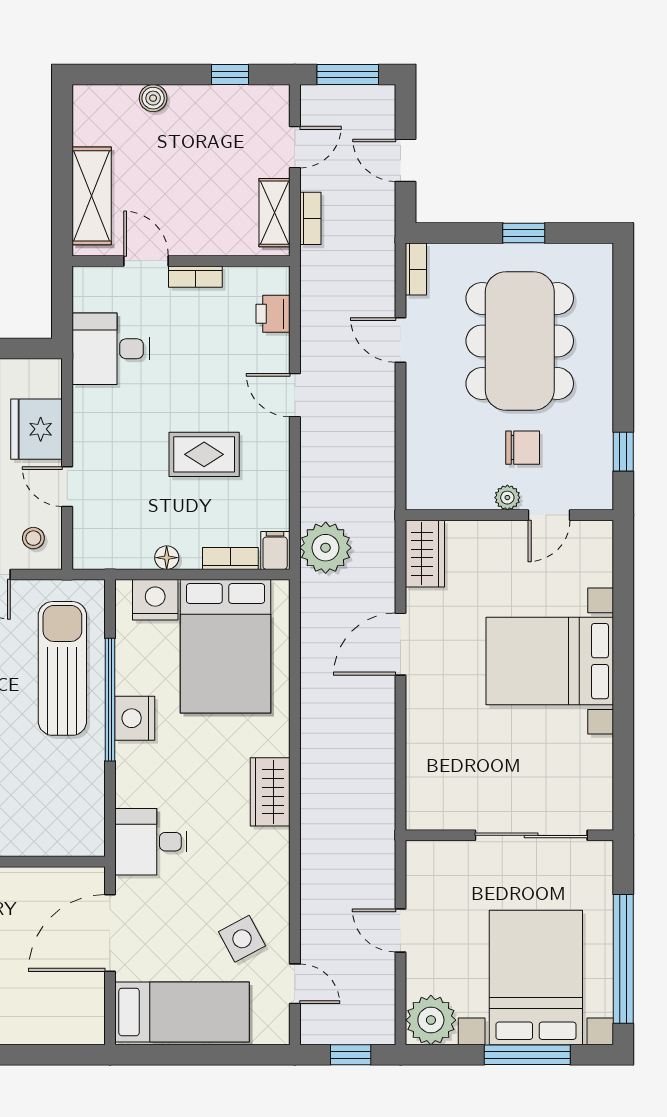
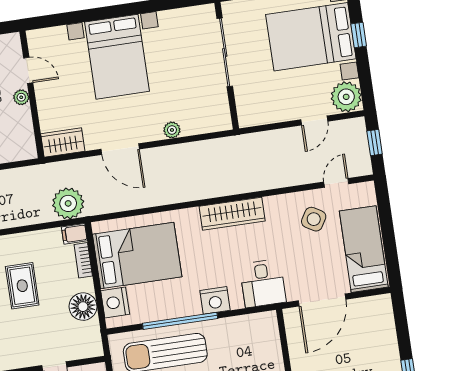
floor lamp: (167, 558) -> (83, 307), width x1.89, depth x1.89
nightstand: (135, 718) -> (215, 300), moved
plant: (419, 732) -> (172, 130), added
wardrobe: (270, 792) -> (232, 214), width x1.50
door: (400, 931) -> (314, 120), moved
door: (110, 933) -> (322, 300), hinge flipped
side table: (242, 939) -> (314, 219), turned -31
window: (527, 1055) -> (359, 35), width x0.46

